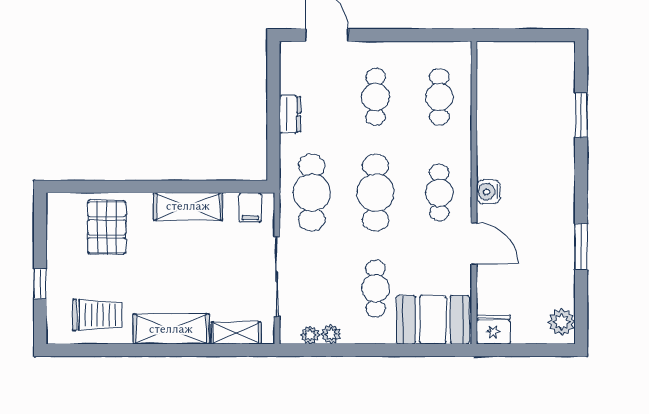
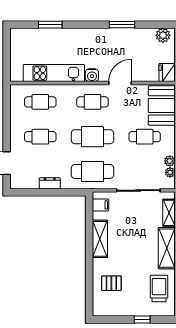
kitchen unit: (492, 122) -> (54, 73), added
pallet: (107, 227) -> (111, 283), width x0.67, depth x0.71

